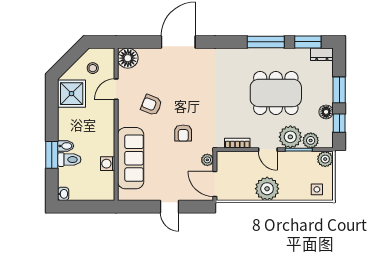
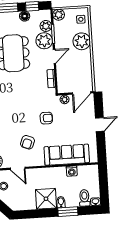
shower: (72, 94) -> (46, 199), moved
toilet: (69, 160) -> (84, 198), moved
plant: (267, 189) -> (82, 41), moved

